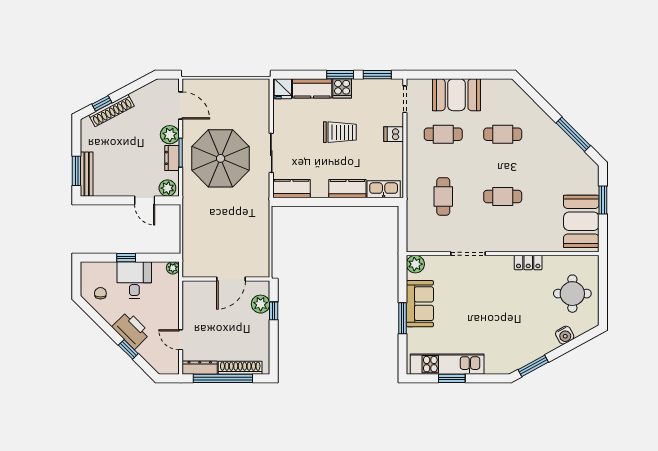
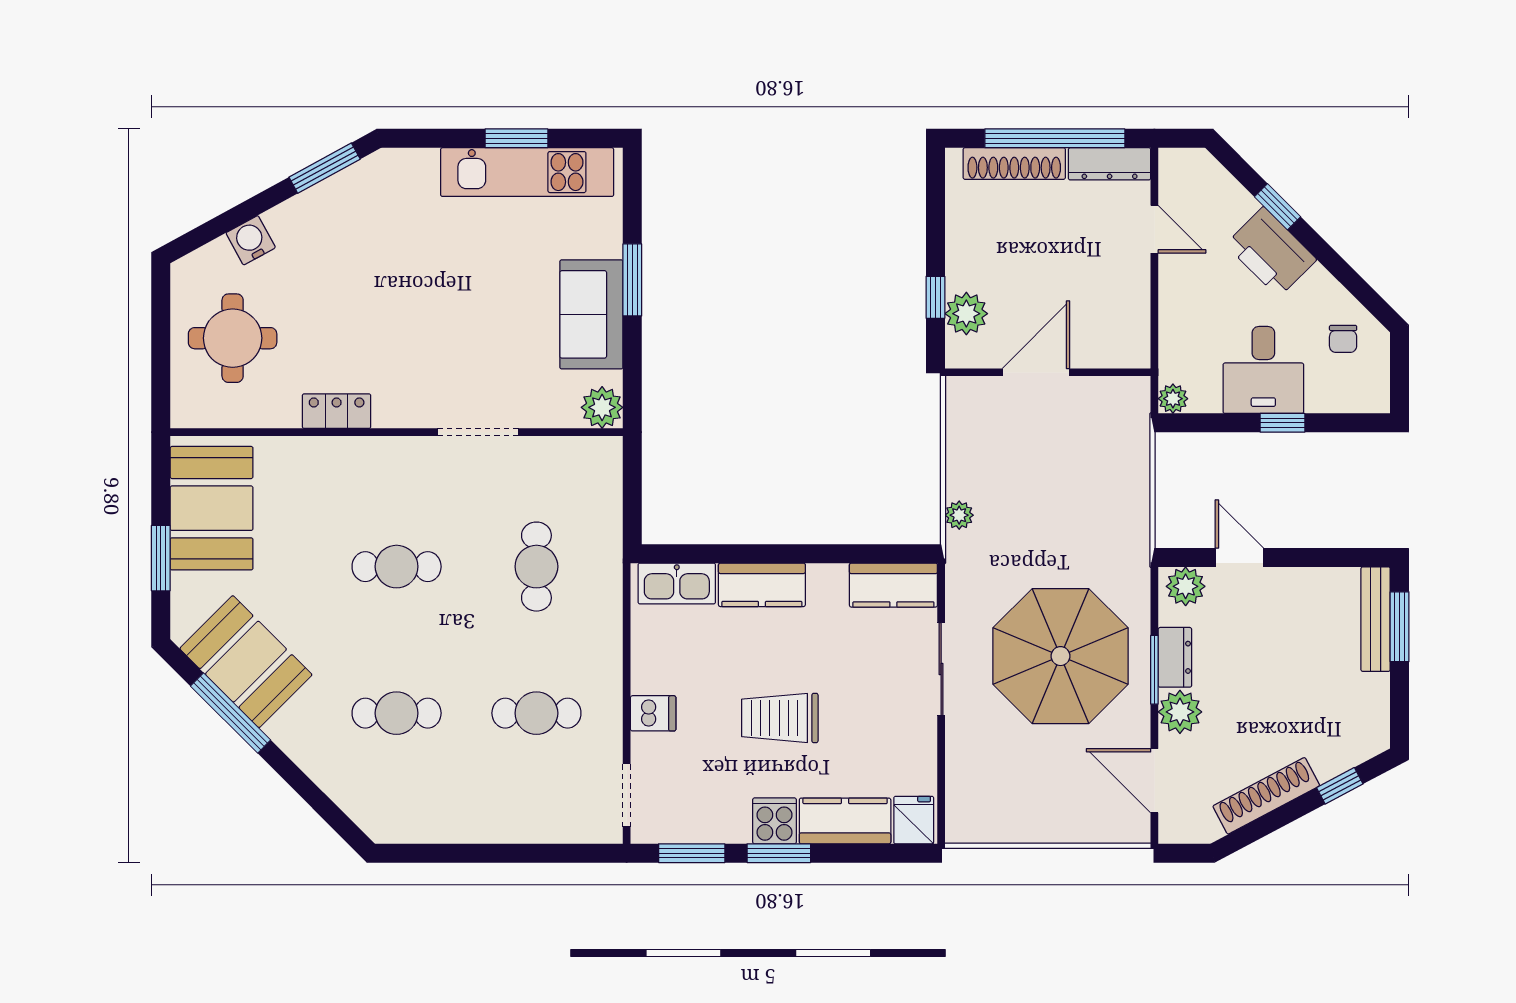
booth: (457, 95) -> (246, 662), moved, turned 45
shoe rack: (111, 110) -> (1266, 796), moved
plant: (264, 218) -> (959, 515), added

